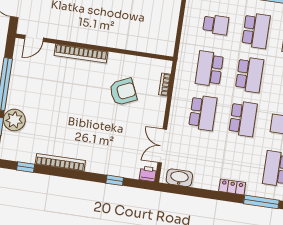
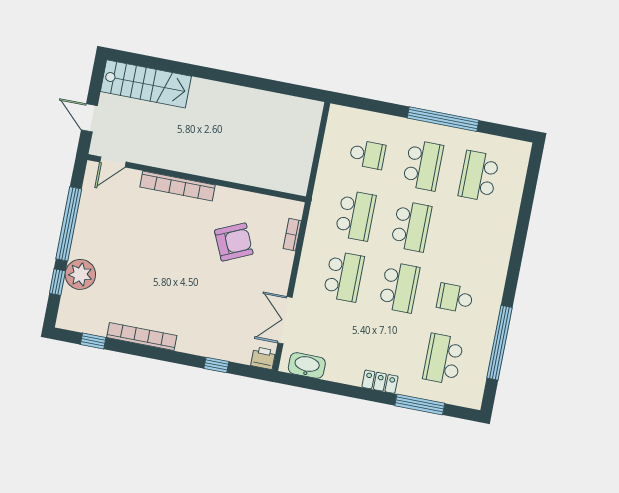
school desk: (209, 69) -> (356, 215), turned 180

